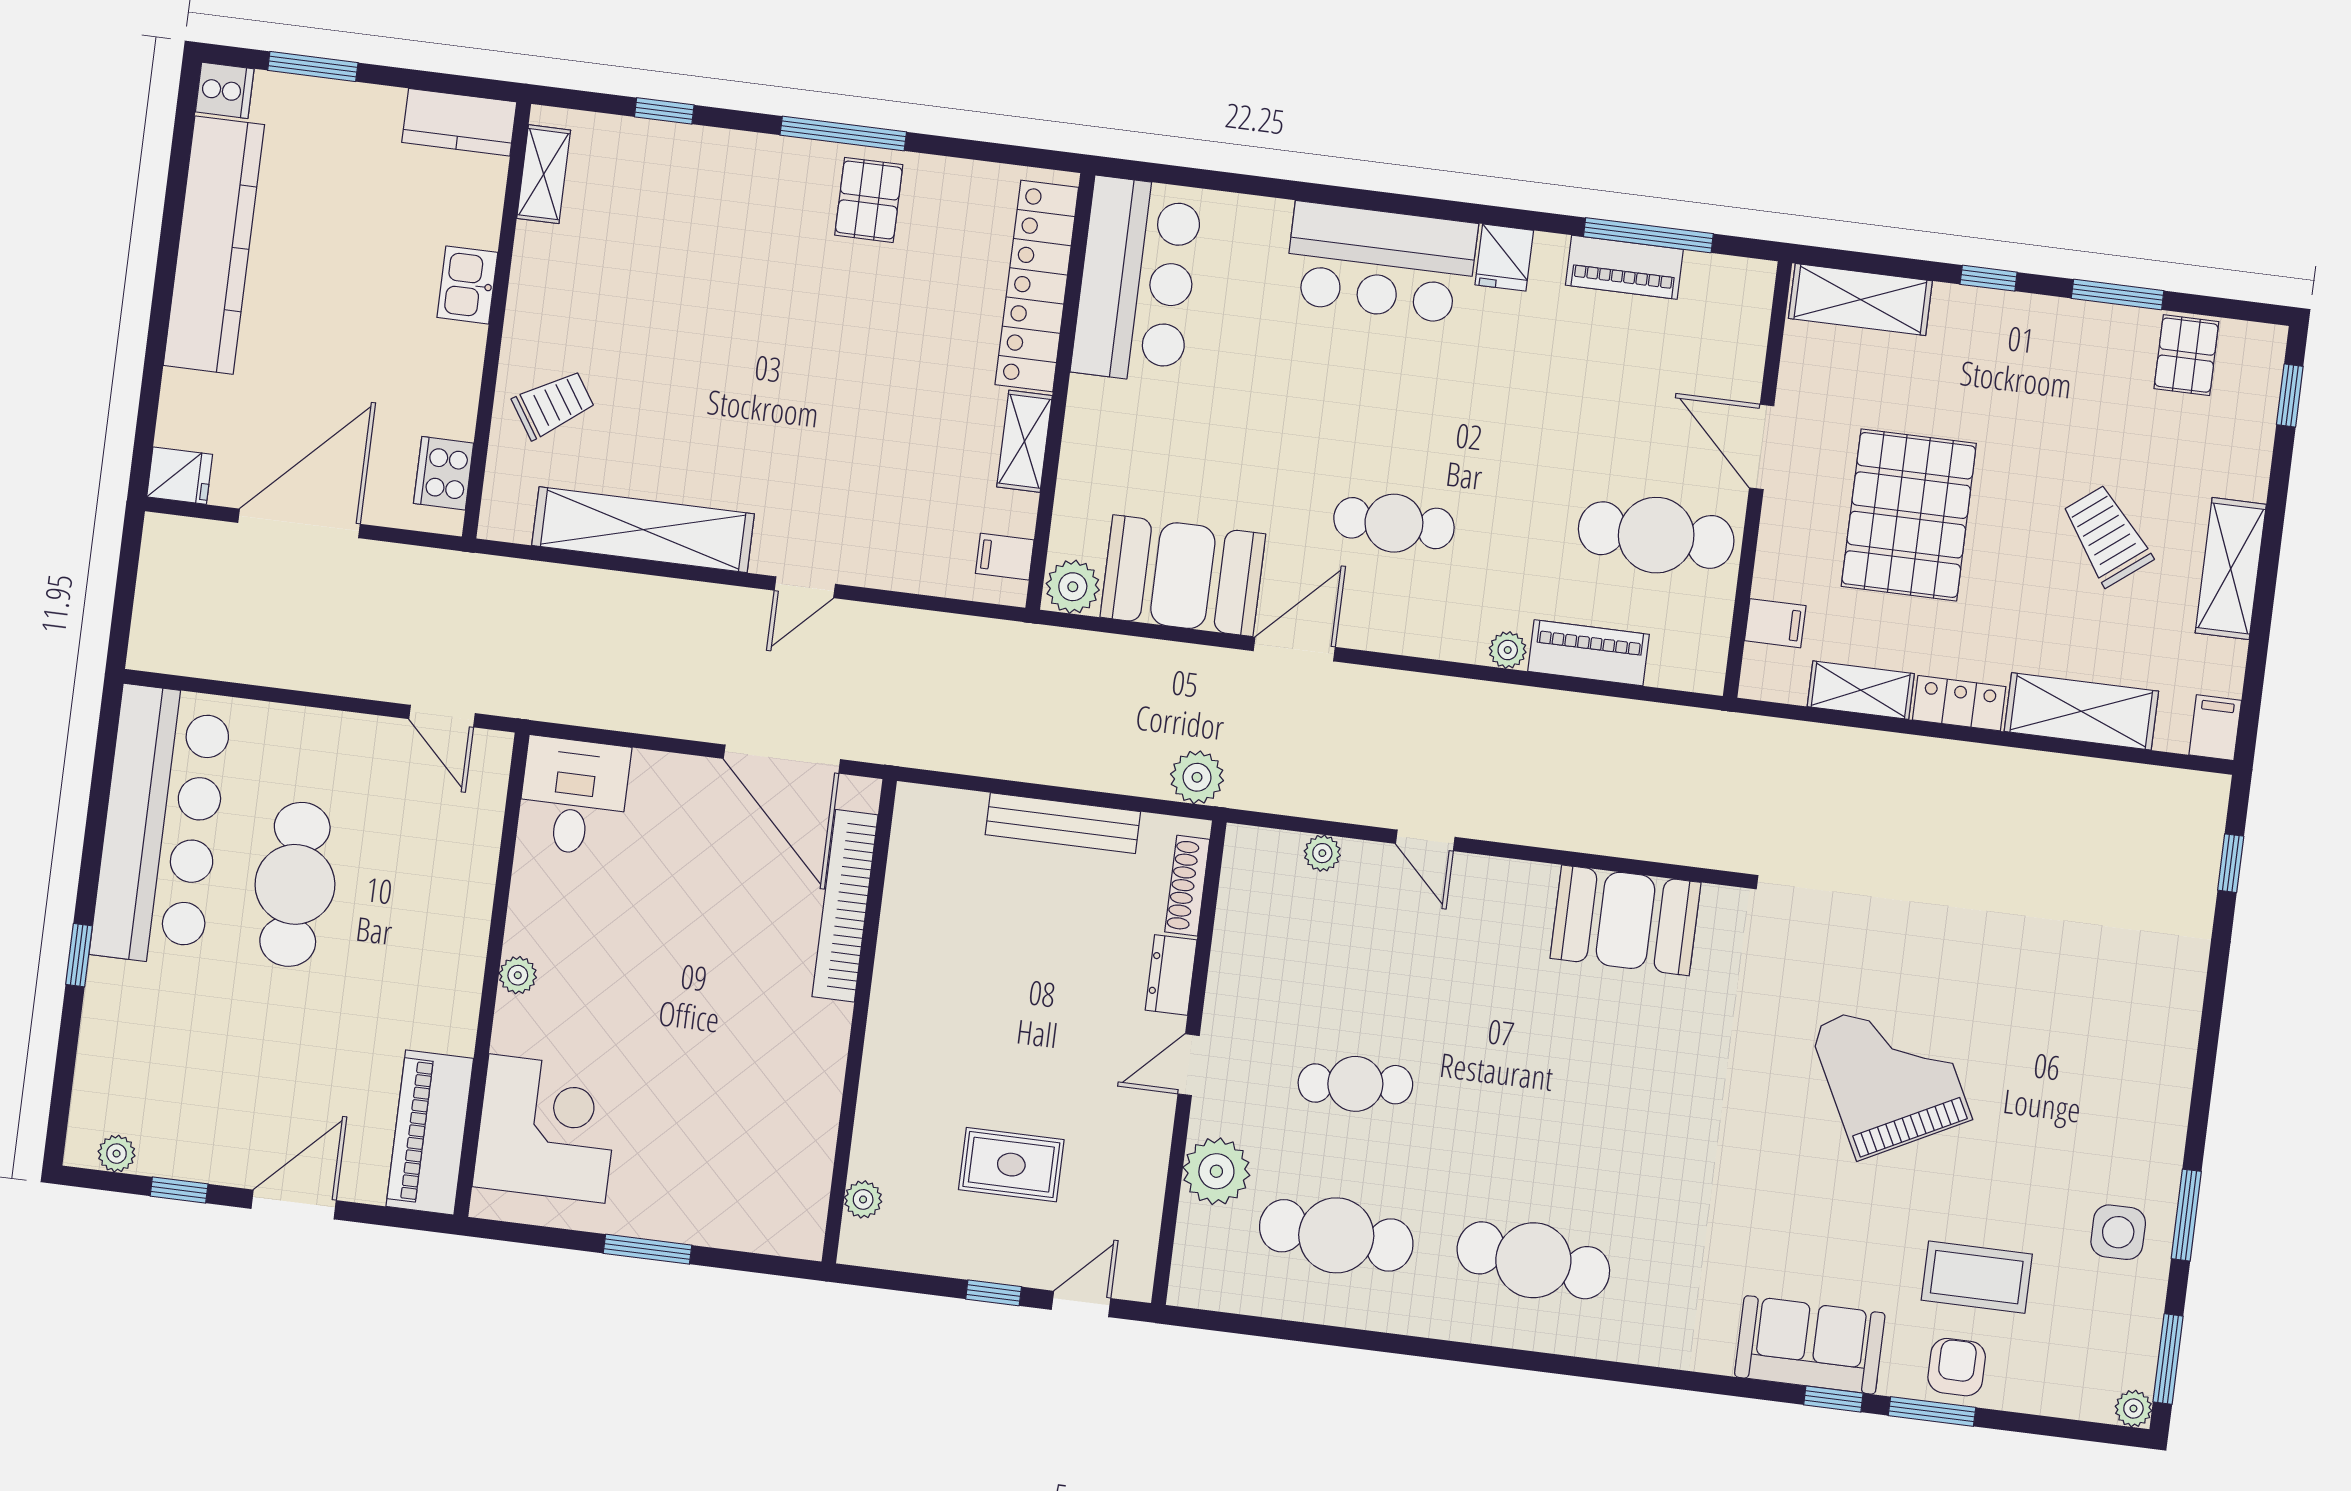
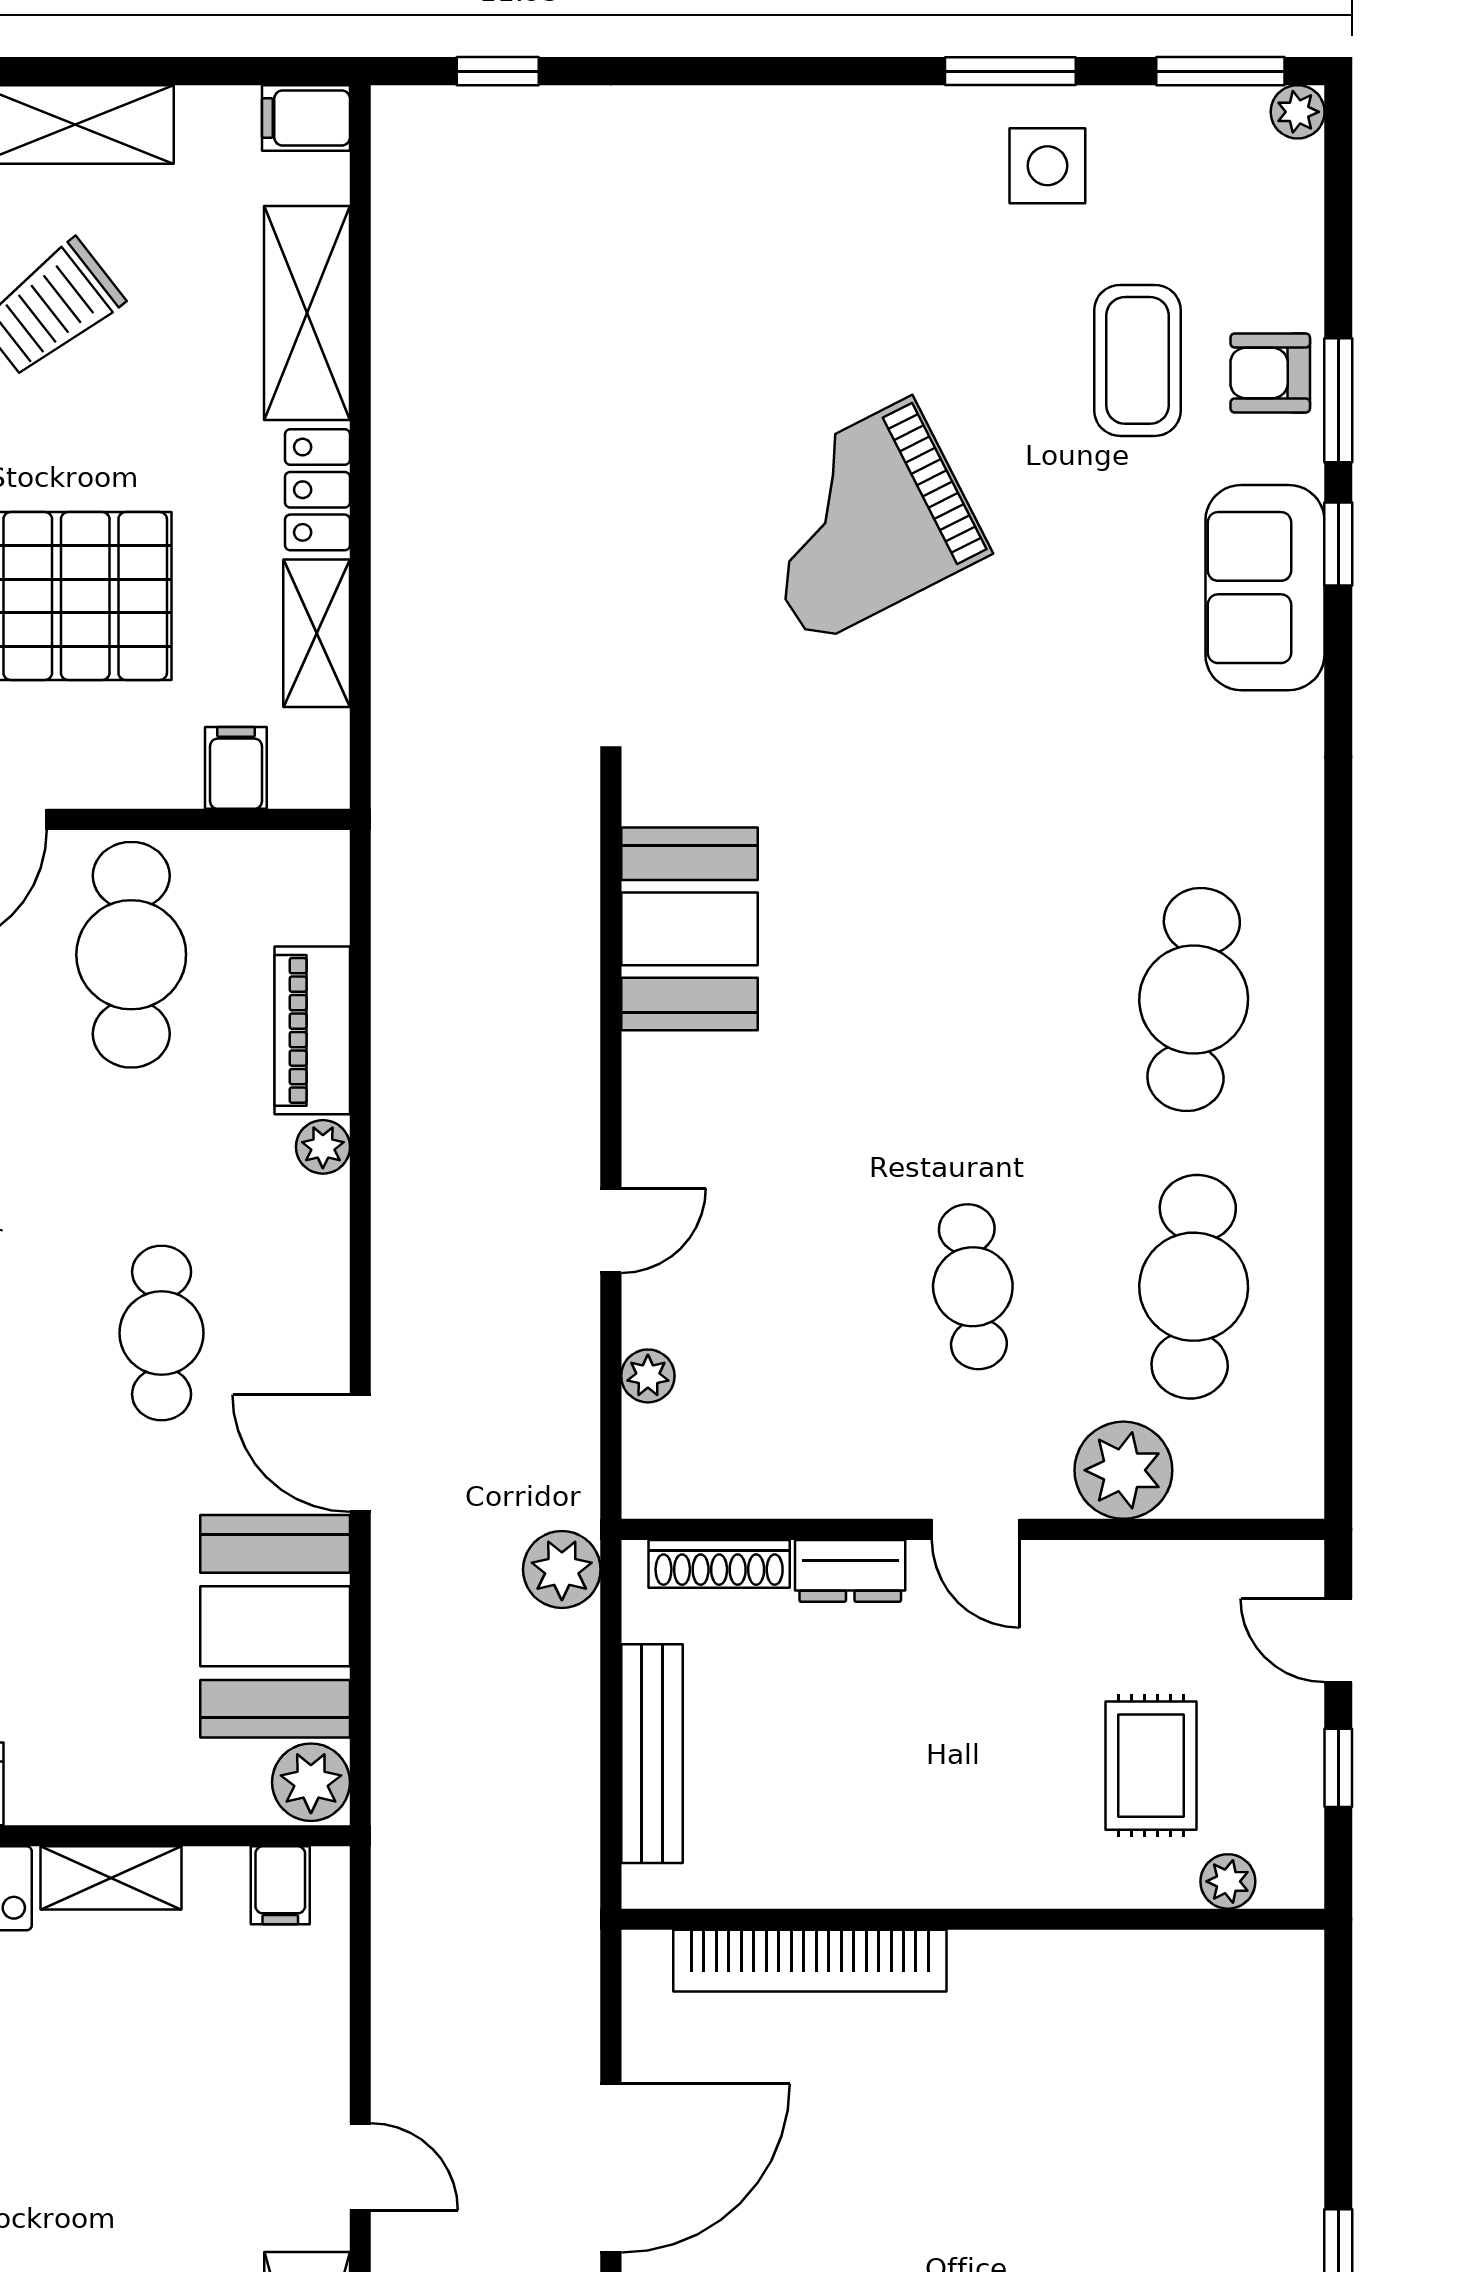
bookcase: (845, 906) -> (810, 1961), moved
wall: (859, 1021) -> (973, 1919), moved
plant: (863, 1199) -> (1228, 1881), moved

